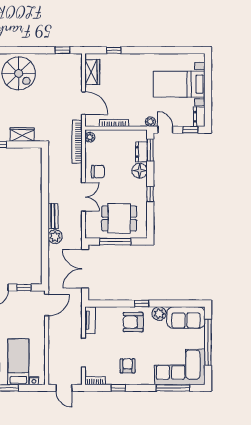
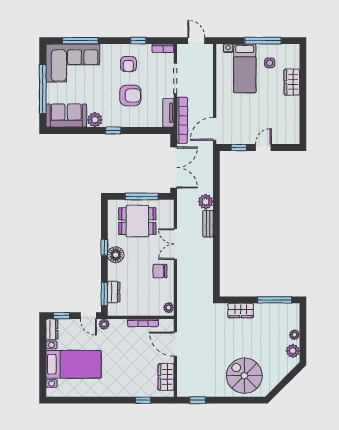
bookcase: (77, 142) -> (182, 120), moved
floor lamp: (140, 171) -> (116, 255), moved
armchair: (133, 322) -> (130, 95), moved

